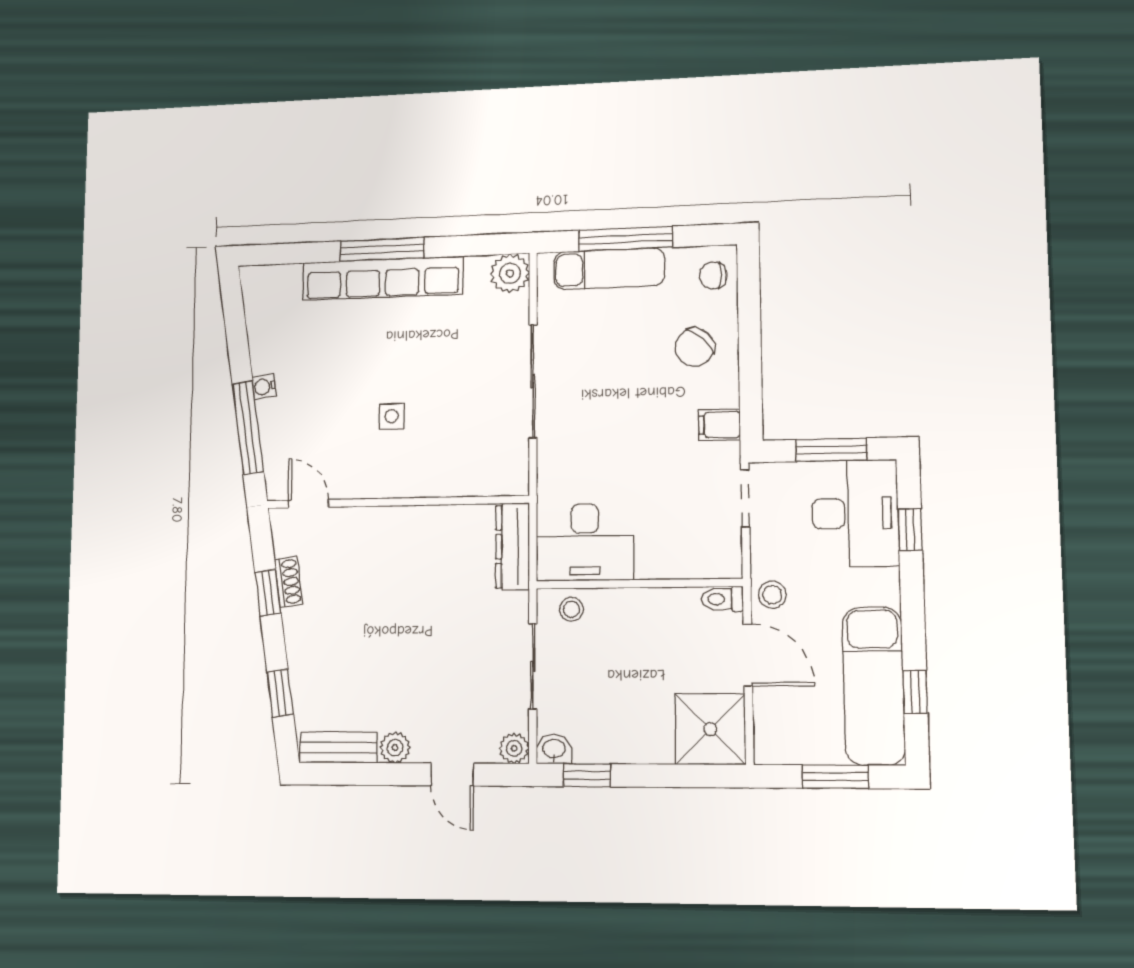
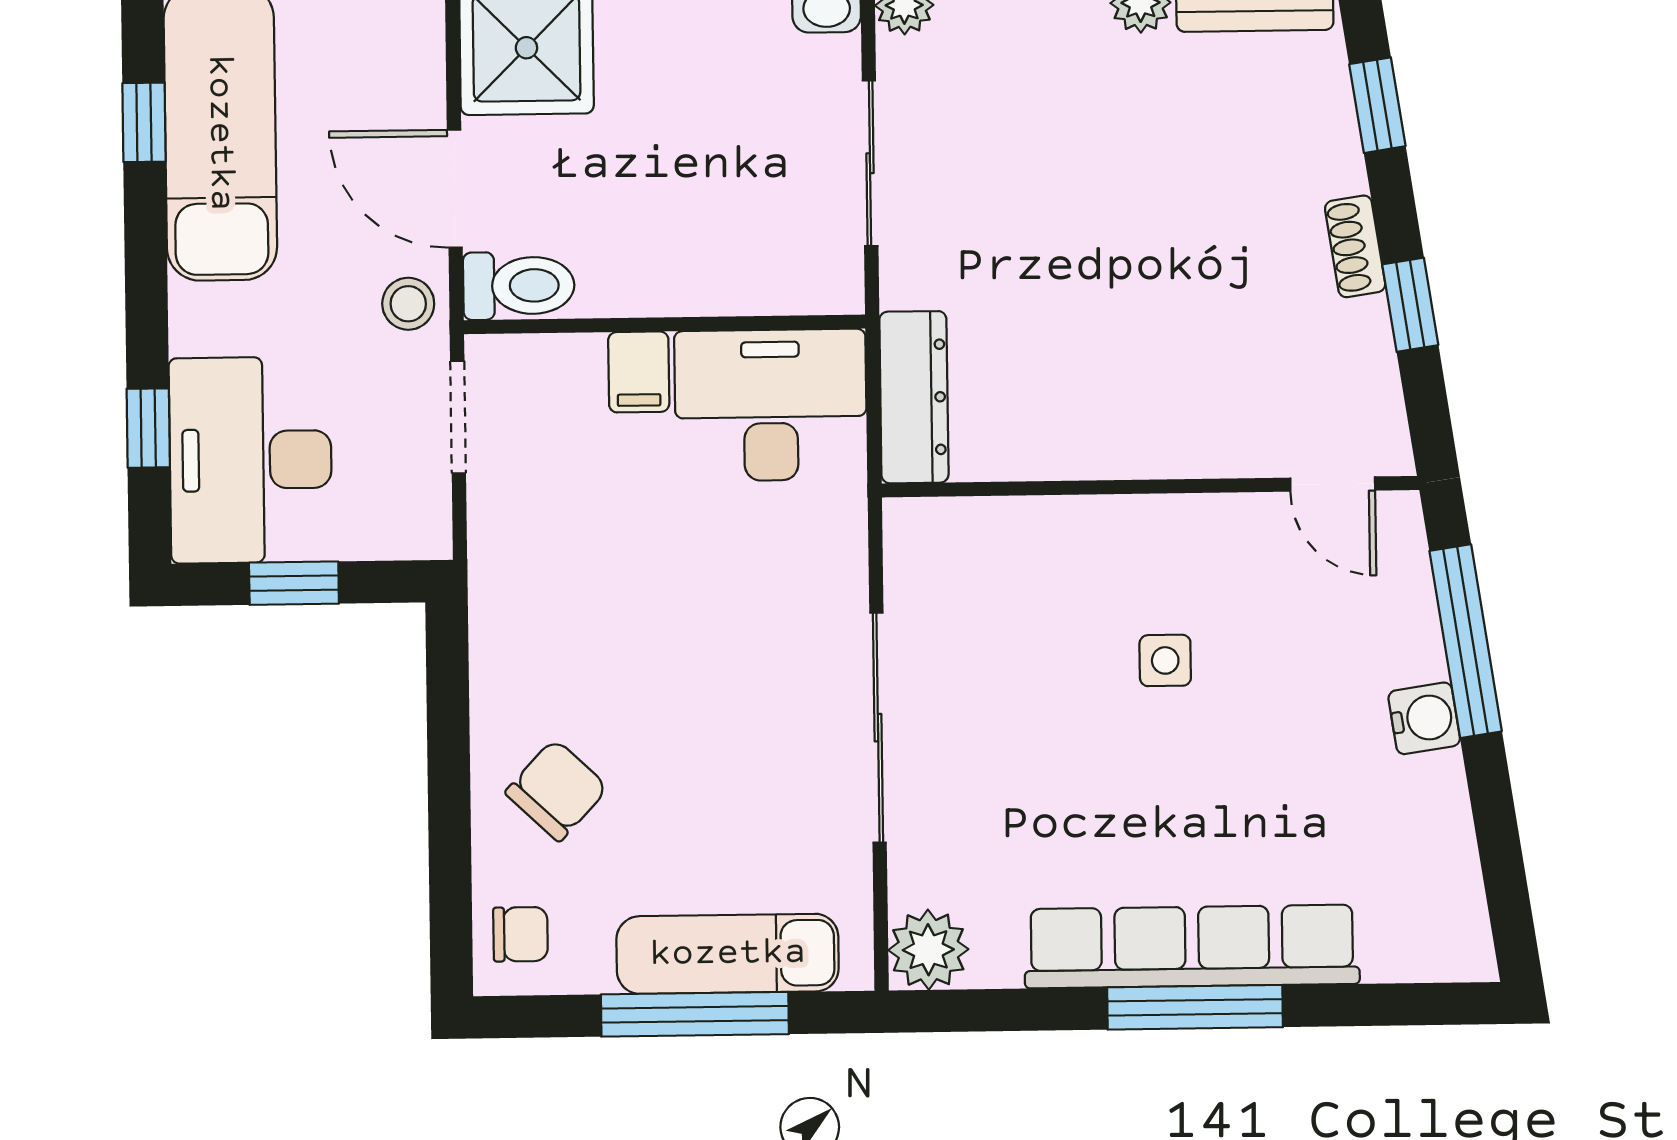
water cooler: (264, 387) -> (1424, 718), width x1.38, depth x1.38
filing cabinet: (719, 425) -> (639, 372), moved, turned 90
window: (831, 450) -> (294, 583), width x0.67
doorway: (745, 499) -> (458, 417), moved
shoe rack: (288, 582) -> (1355, 246), moved
toilet: (722, 599) -> (519, 286), width x1.37, depth x1.39
stool: (571, 609) -> (795, 274), removed

